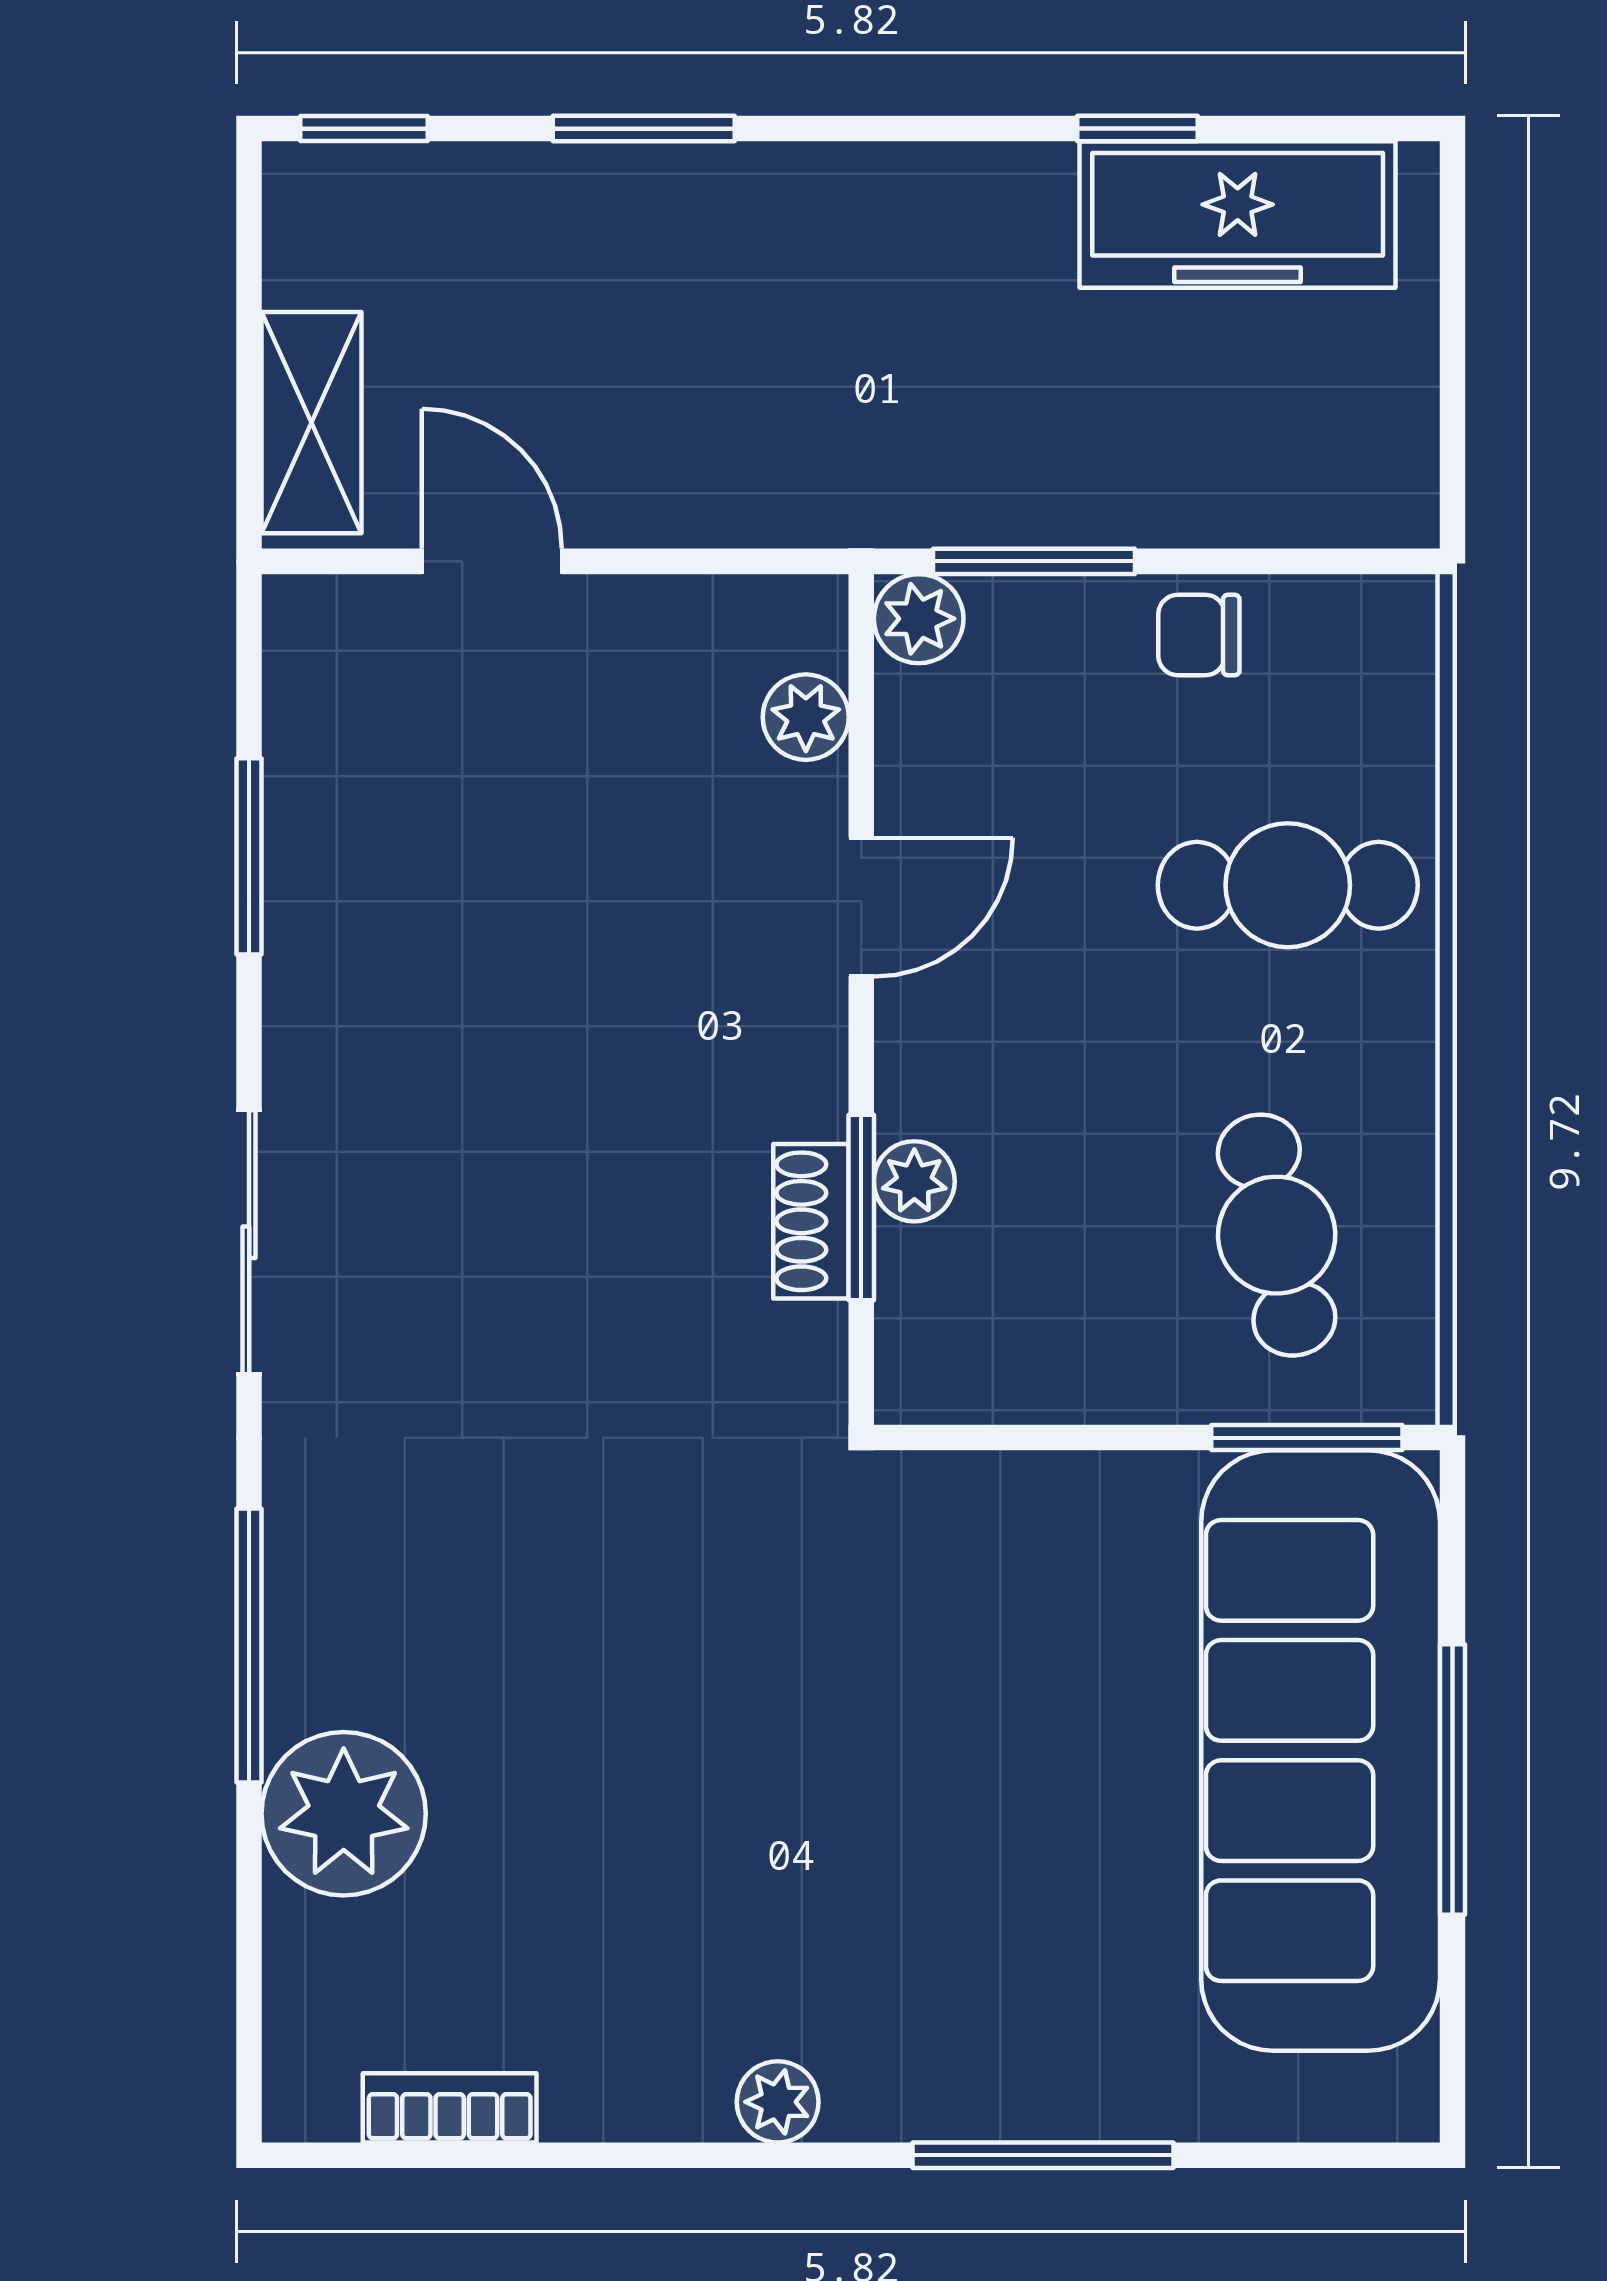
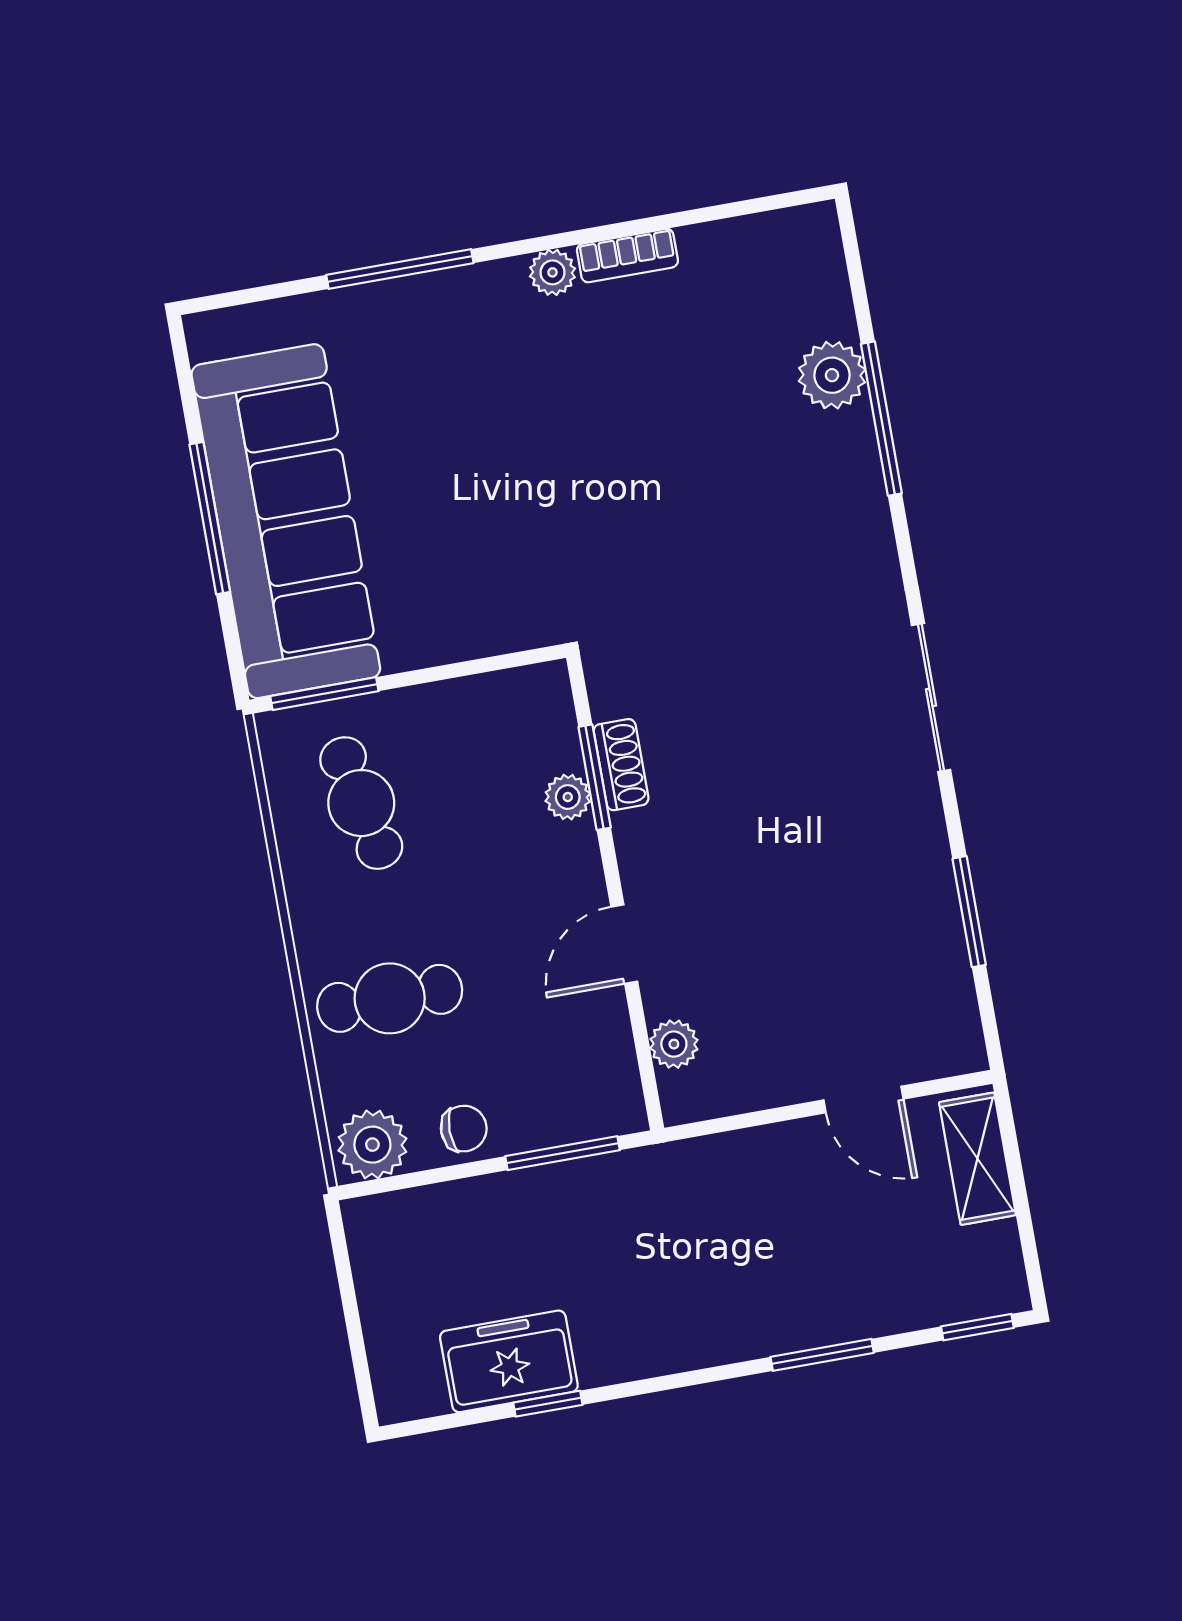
freezer: (1238, 215) -> (509, 1361), width x0.71
plant: (919, 619) -> (372, 1145), moved, width x1.38, depth x1.38
window: (249, 1645) -> (881, 419), moved
plant: (344, 1814) -> (832, 375), width x0.73, depth x0.73
bookcase: (450, 2108) -> (627, 256), moved

